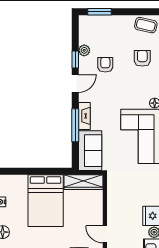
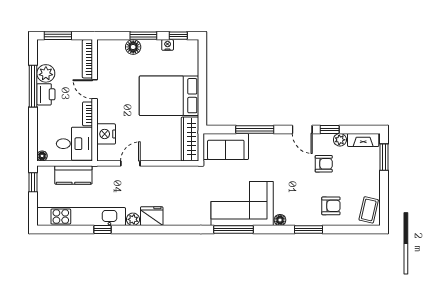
fireplace: (84, 116) -> (363, 140), moved

